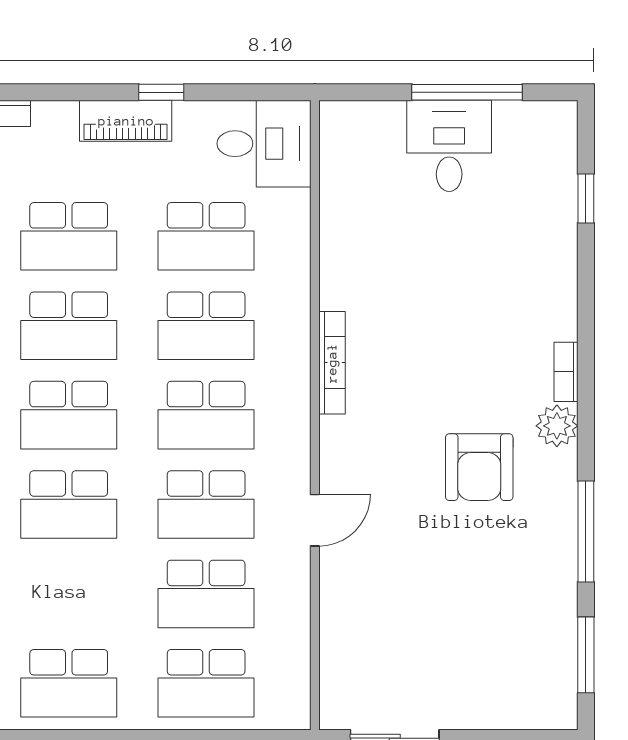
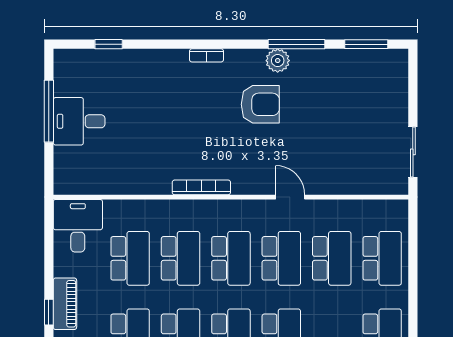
window: (161, 92) -> (49, 312), moved
plant: (557, 426) -> (278, 61), moved

